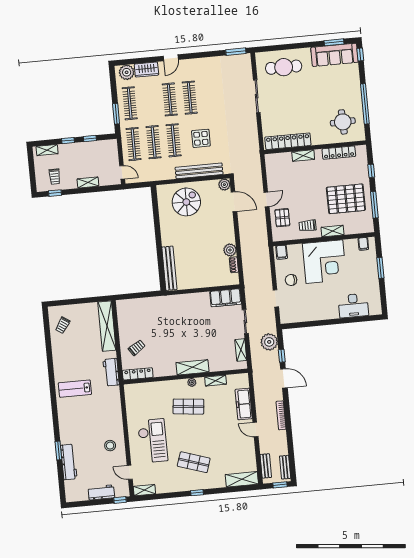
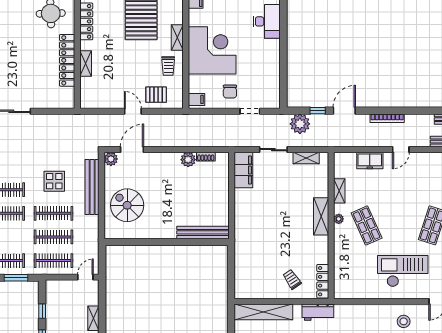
locker: (288, 141) -> (67, 60), moved
freezer: (244, 404) -> (370, 161), width x0.71
shop shelf: (188, 407) -> (367, 225), turned -30

